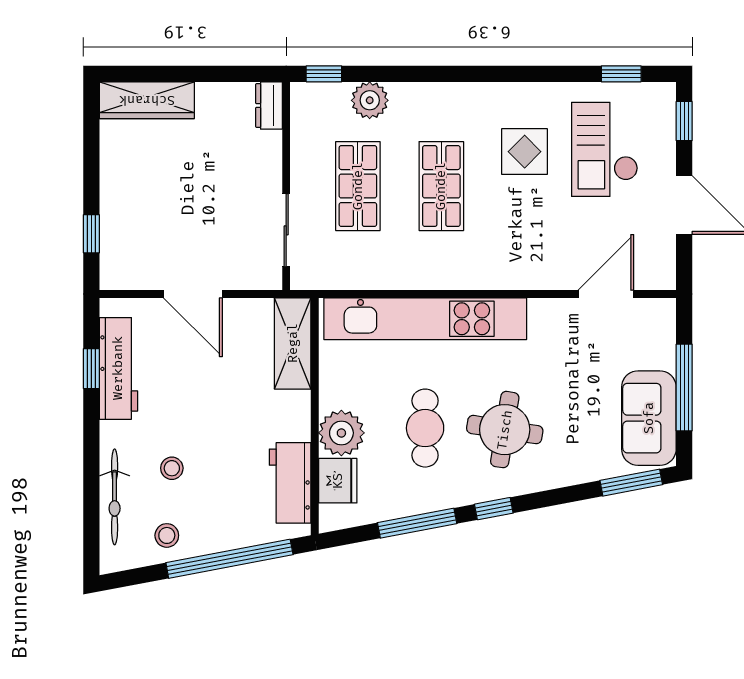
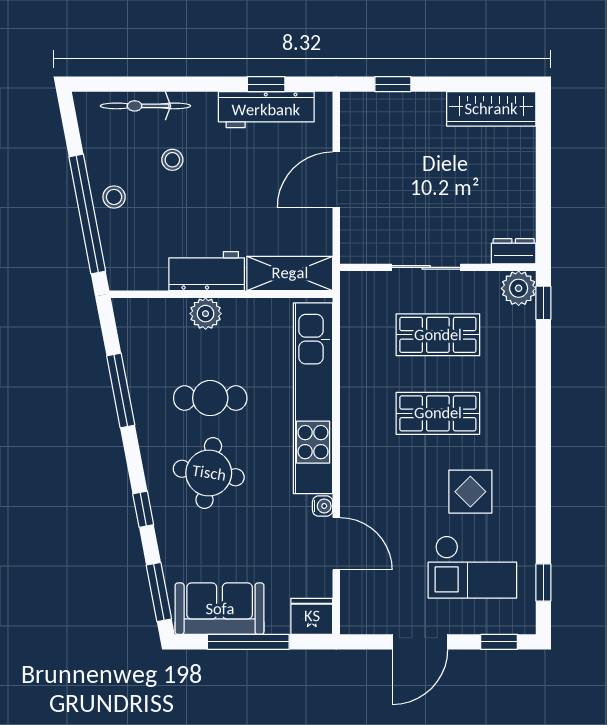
wardrobe: (147, 100) -> (491, 109), moved, turned -90
plant: (370, 100) -> (519, 288), moved
checkout: (605, 149) -> (472, 567), turned 180
sliding door: (286, 230) -> (426, 267), moved
door: (606, 294) -> (336, 544), moved
water cooler: (540, 309) -> (323, 506), added
plant: (341, 433) -> (206, 314), width x0.73, depth x0.73
fridge: (338, 481) -> (312, 616), moved, turned 180
workbench: (290, 483) -> (207, 271), moved
window: (494, 509) -> (143, 509), moved
stool: (167, 535) -> (114, 197), moved

